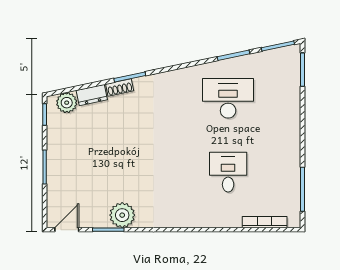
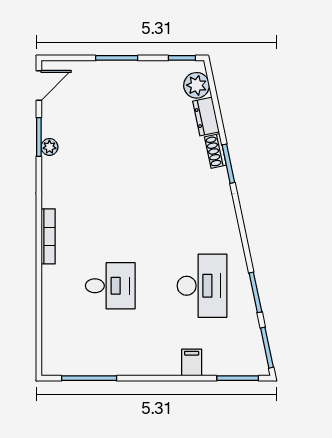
filing cabinet: (290, 107) -> (192, 363), added
plant: (122, 215) -> (49, 147), width x0.53, depth x0.53
bookcase: (265, 222) -> (48, 236), moved
door: (67, 230) -> (39, 85), hinge flipped

